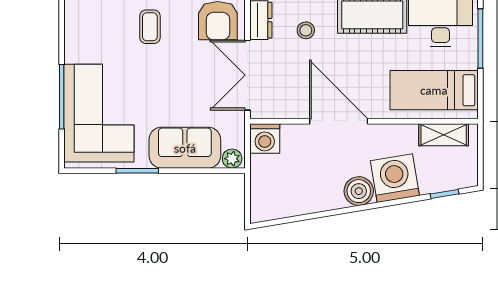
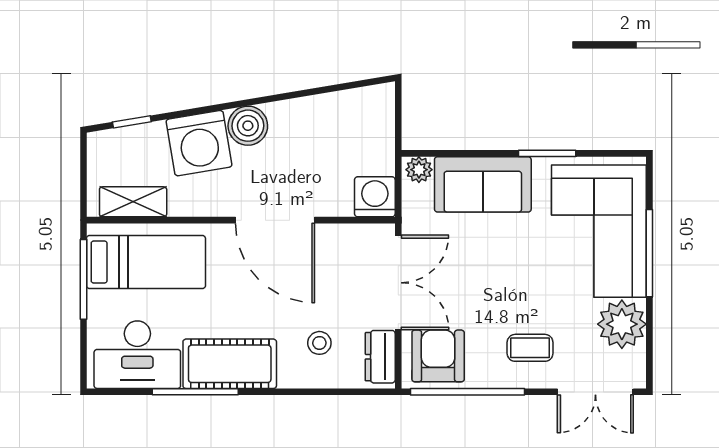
coffee table: (150, 27) -> (530, 348), turned 90
window: (480, 39) -> (83, 279), moved
plant: (82, 44) -> (622, 324), added

